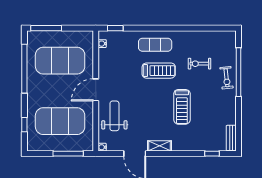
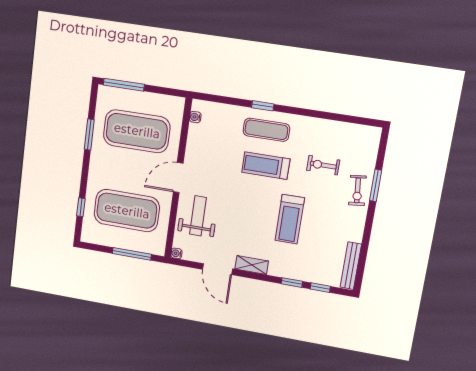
window: (115, 28) -> (263, 106), moved
window: (24, 69) -> (89, 135), width x0.47
treadmill: (159, 71) -> (266, 166), turned 180
window: (239, 72) -> (376, 185), width x0.47
bench: (231, 138) -> (351, 266), width x1.36
window: (191, 154) -> (292, 283), added

